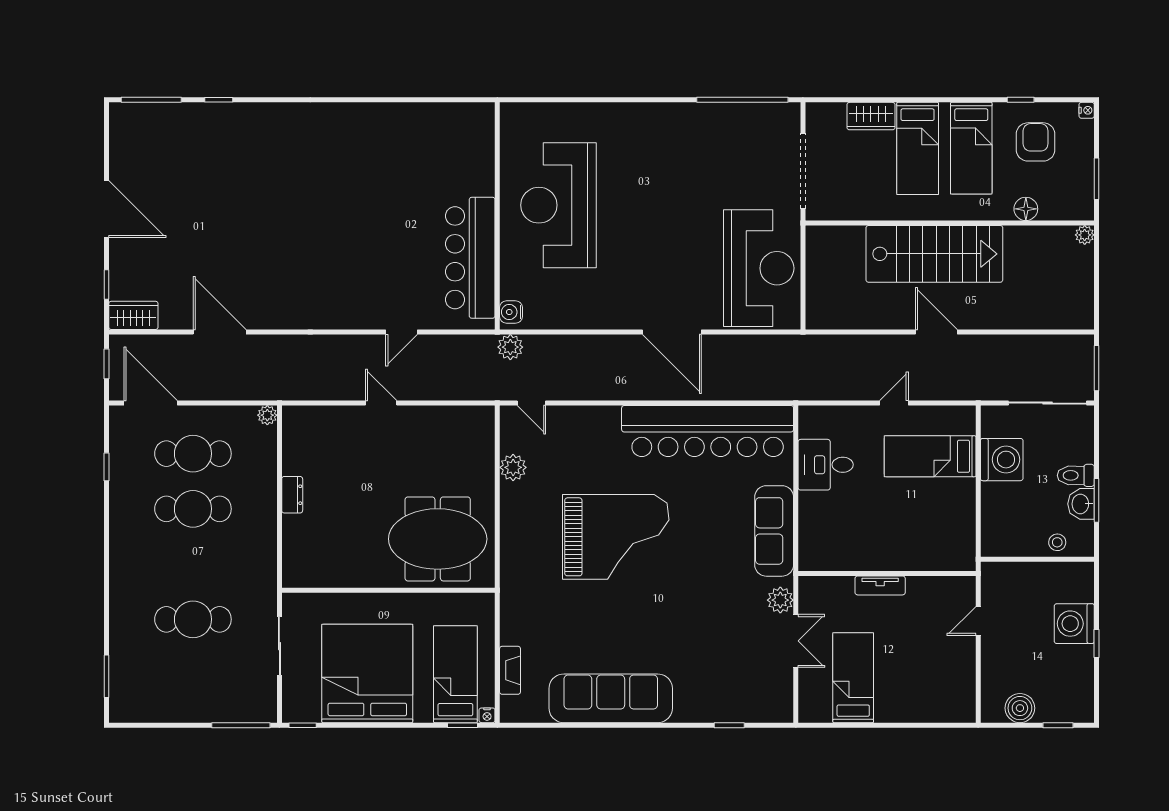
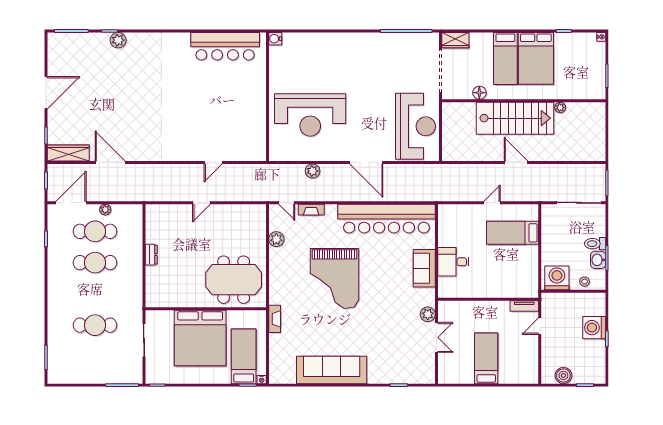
plant: (234, 116) -> (118, 40), added
wardrobe: (871, 116) -> (455, 40), moved
armchair: (1036, 142) -> (572, 55), removed
bed: (971, 148) -> (536, 58), width x1.50
reception desk: (558, 205) -> (310, 115), moved, turned -90
door: (107, 209) -> (46, 93), hinge flipped
floor lamp: (1026, 209) -> (479, 93), moved
plant: (1085, 235) -> (560, 107), moved
bar counter: (470, 258) -> (225, 46), moved, turned -90
water cooler: (511, 312) -> (275, 39), moved
wardrobe: (133, 315) -> (68, 153), width x1.50
plant: (510, 347) -> (313, 171), moved
door: (151, 403) -> (71, 203), hinge flipped
door: (381, 403) -> (202, 203), swing flipped
plant: (267, 415) -> (105, 210), moved
fireplace: (575, 415) -> (311, 210), added
washing machine: (1002, 460) -> (557, 278), moved, turned -90
desk: (826, 465) -> (453, 262), moved
sofa: (774, 531) -> (424, 268), width x0.73
grand piano: (616, 537) -> (335, 278), turned 90
tv unit: (880, 585) -> (524, 306), moved
fireplace: (510, 670) -> (275, 319), moved
bed: (367, 673) -> (200, 338), moved, turned 180
bed: (853, 678) -> (486, 358), moved

